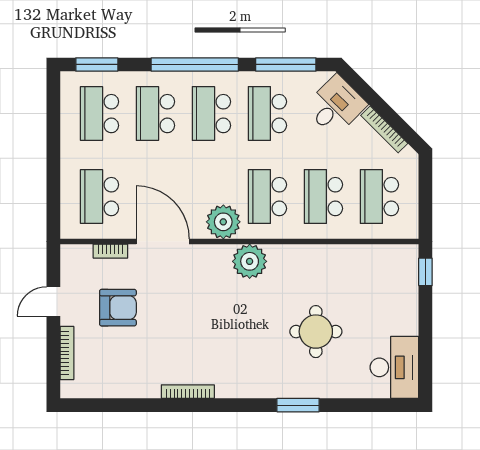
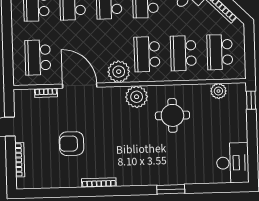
plant: (376, 256) -> (218, 91), added
armchair: (118, 308) -> (72, 144), moved, turned 180
round table: (316, 332) -> (172, 115), moved

